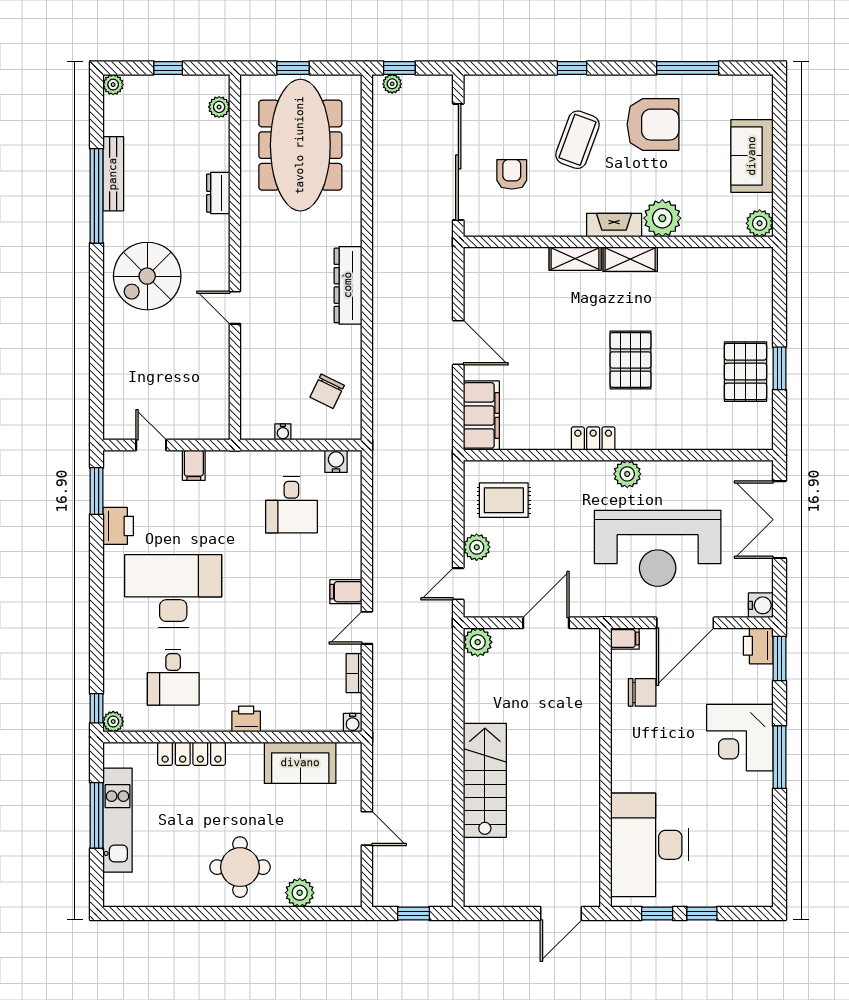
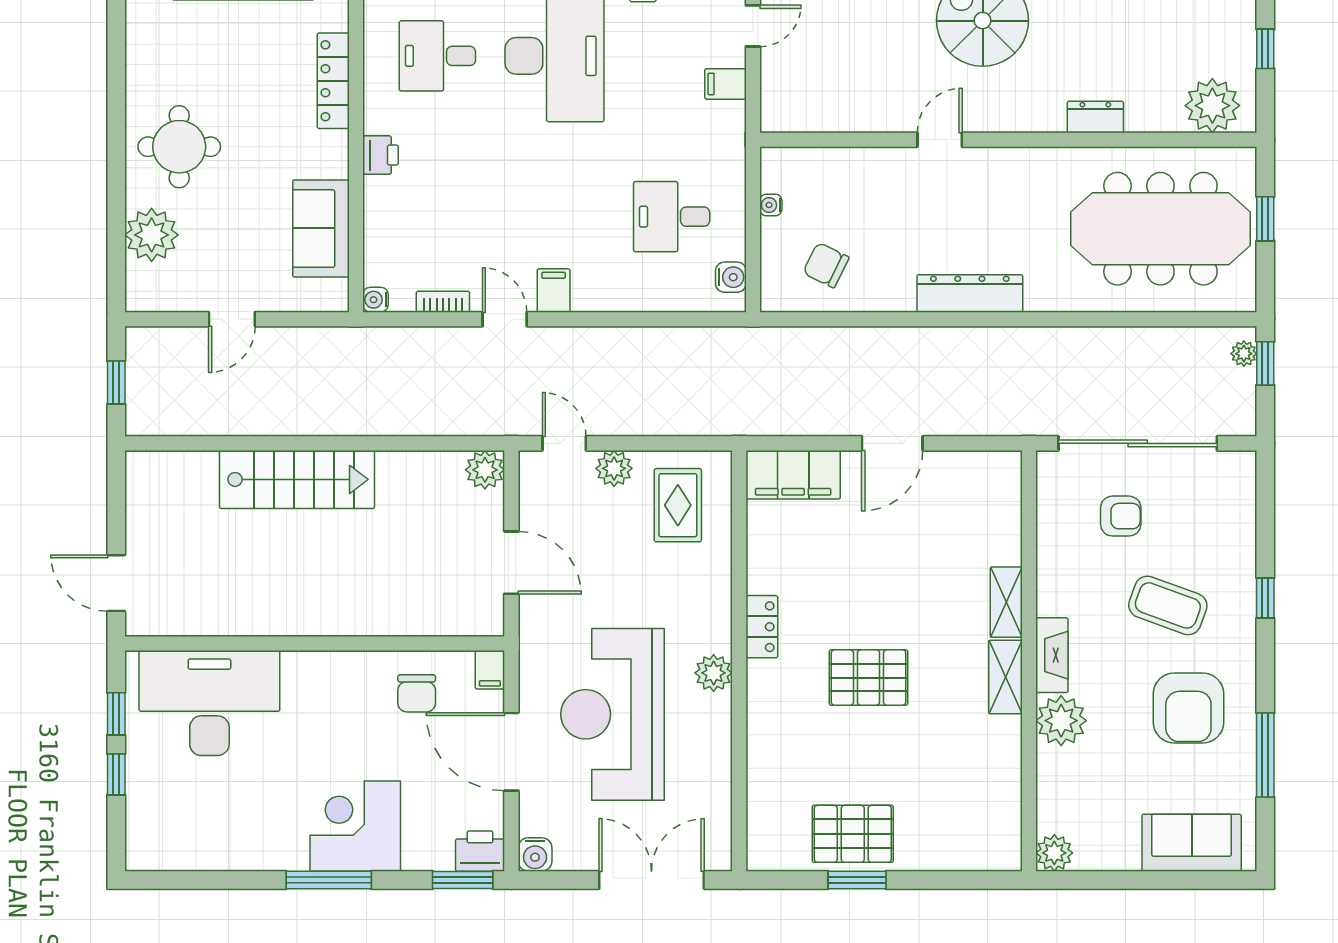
plant: (219, 107) -> (1212, 106), width x1.88, depth x1.88
sofa: (752, 156) -> (1192, 843), moved
plant: (300, 893) -> (152, 235), width x1.36, depth x1.36

